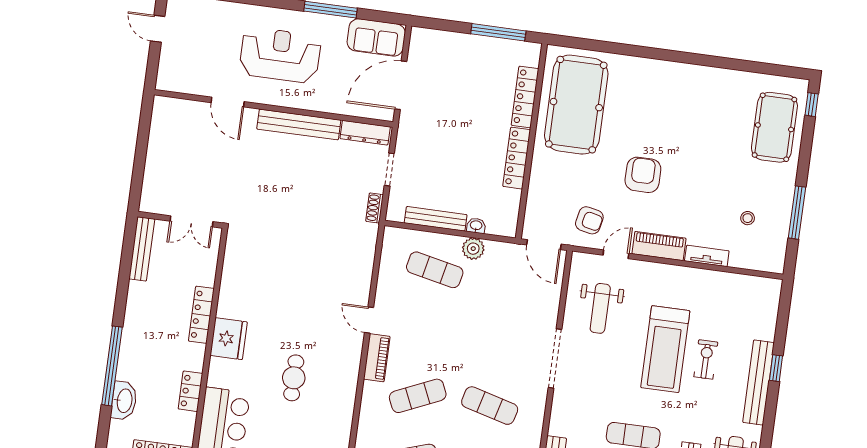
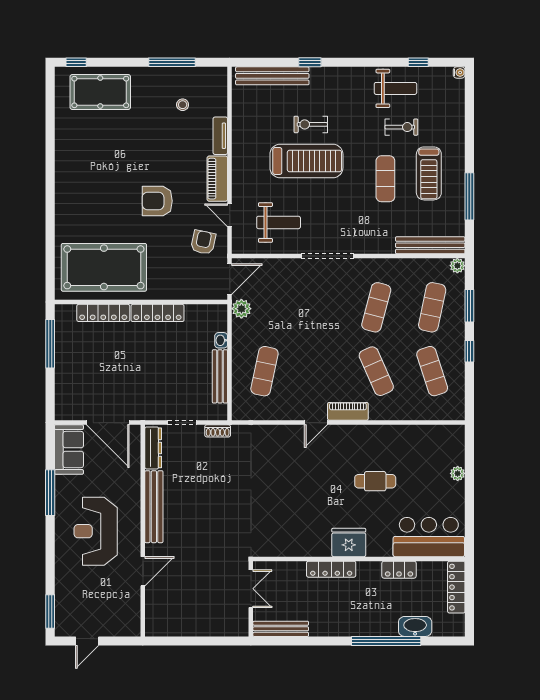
plant: (473, 249) -> (241, 309), moved
bench: (758, 382) -> (272, 76), moved

